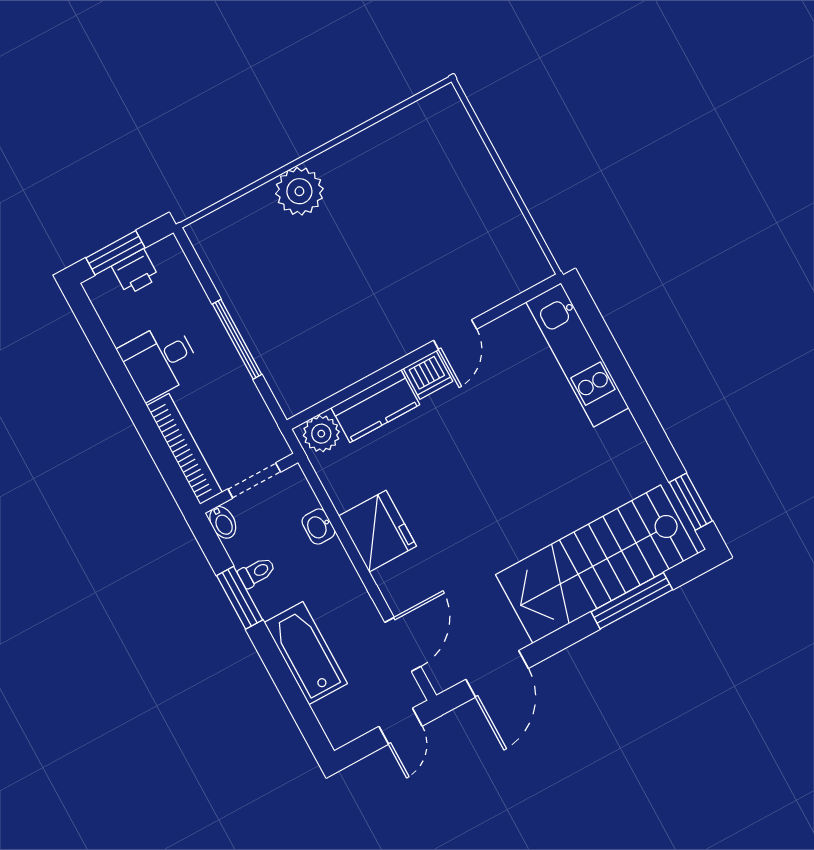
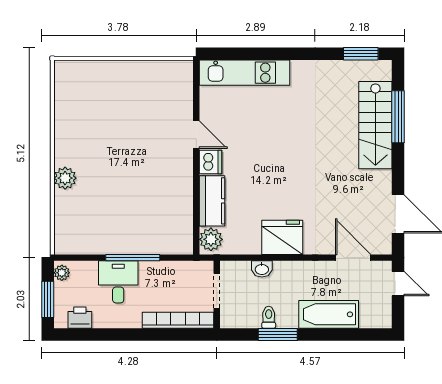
plant: (299, 191) -> (65, 178), width x0.73, depth x0.73
plant: (163, 252) -> (62, 273), added
printer: (135, 272) -> (80, 318), moved, turned -90
desk: (160, 360) -> (118, 282), moved, turned 180
bidet: (223, 522) -> (231, 321), removed
stairs: (597, 564) -> (375, 125), width x0.73, depth x0.66

